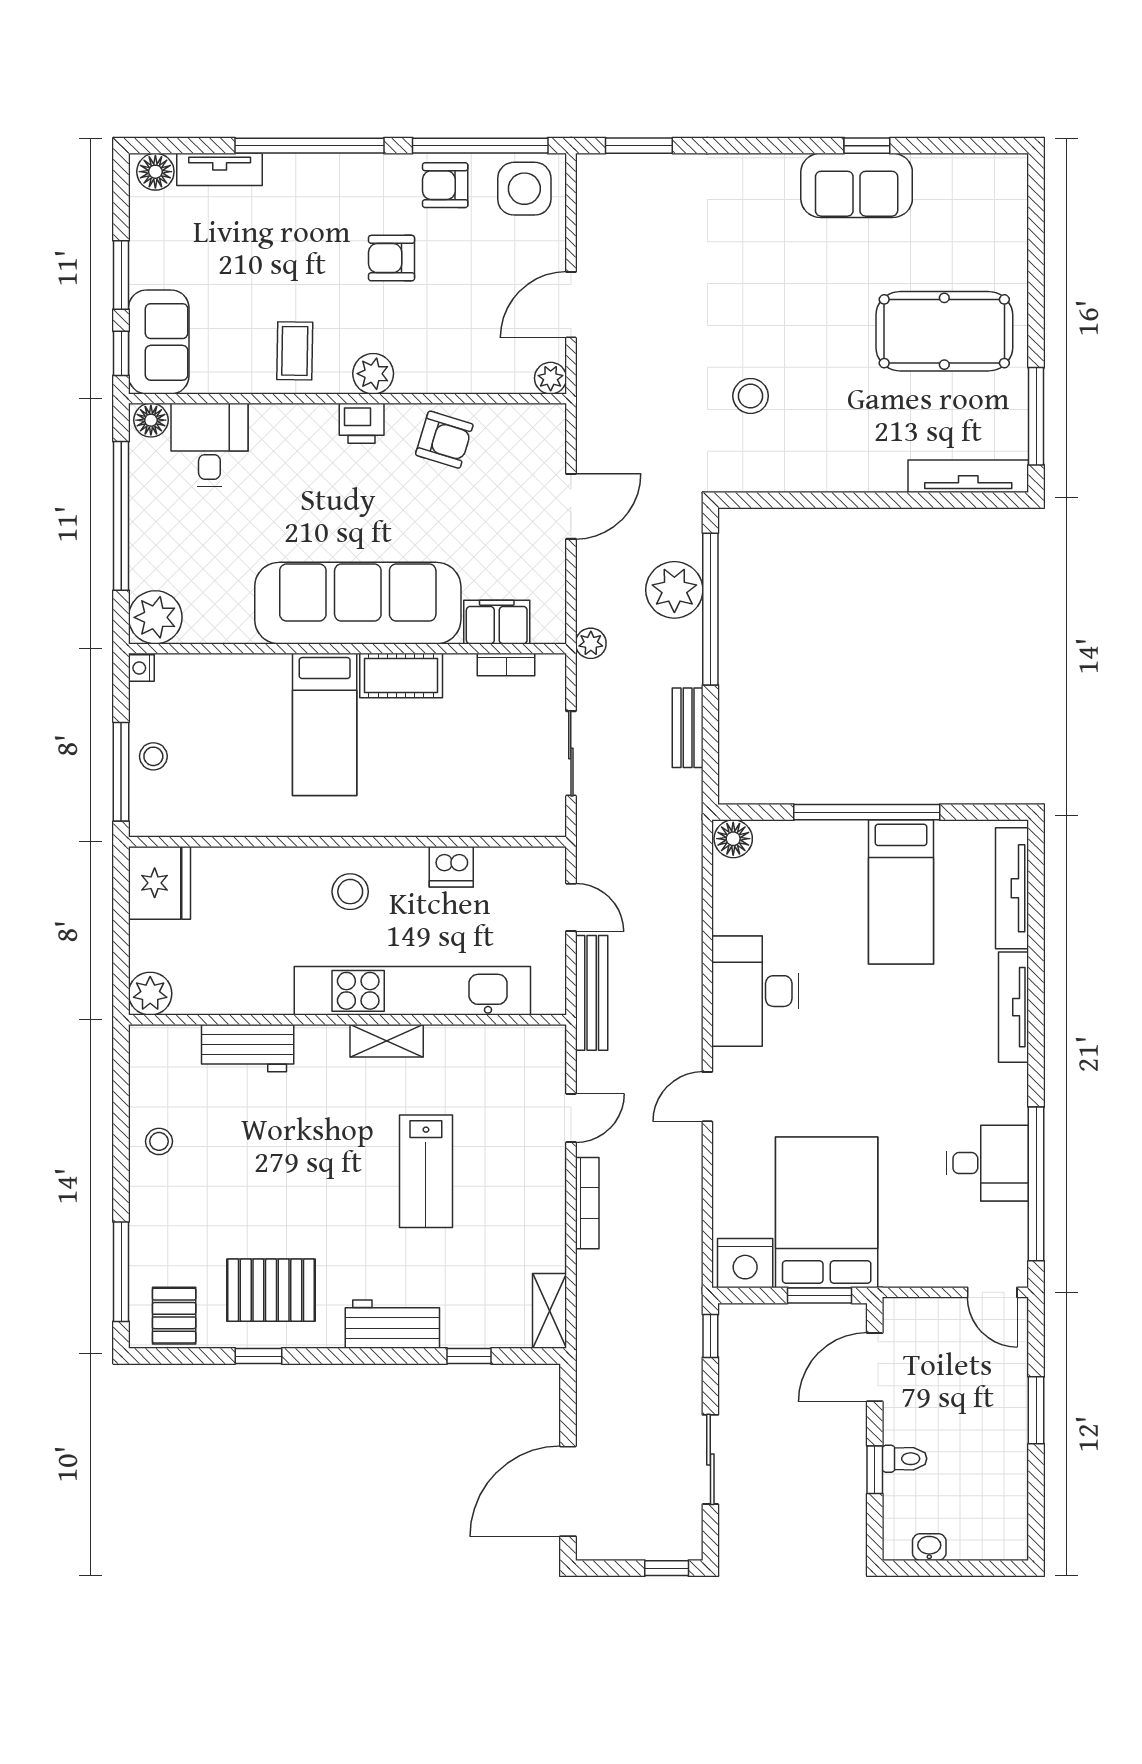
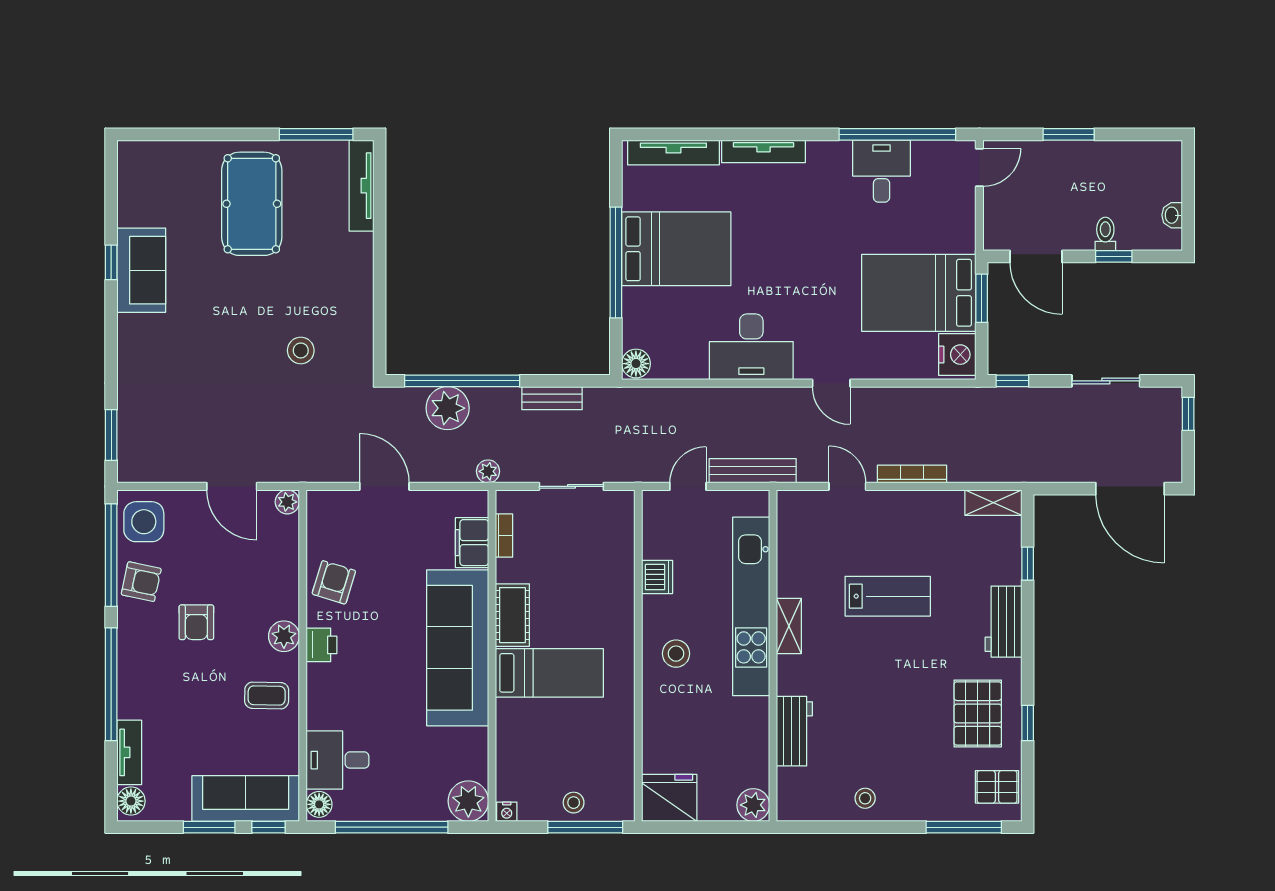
armchair: (445, 185) -> (141, 582), turned -78
sofa: (159, 342) -> (246, 798), width x1.36
bed: (901, 892) -> (676, 249), width x1.50

